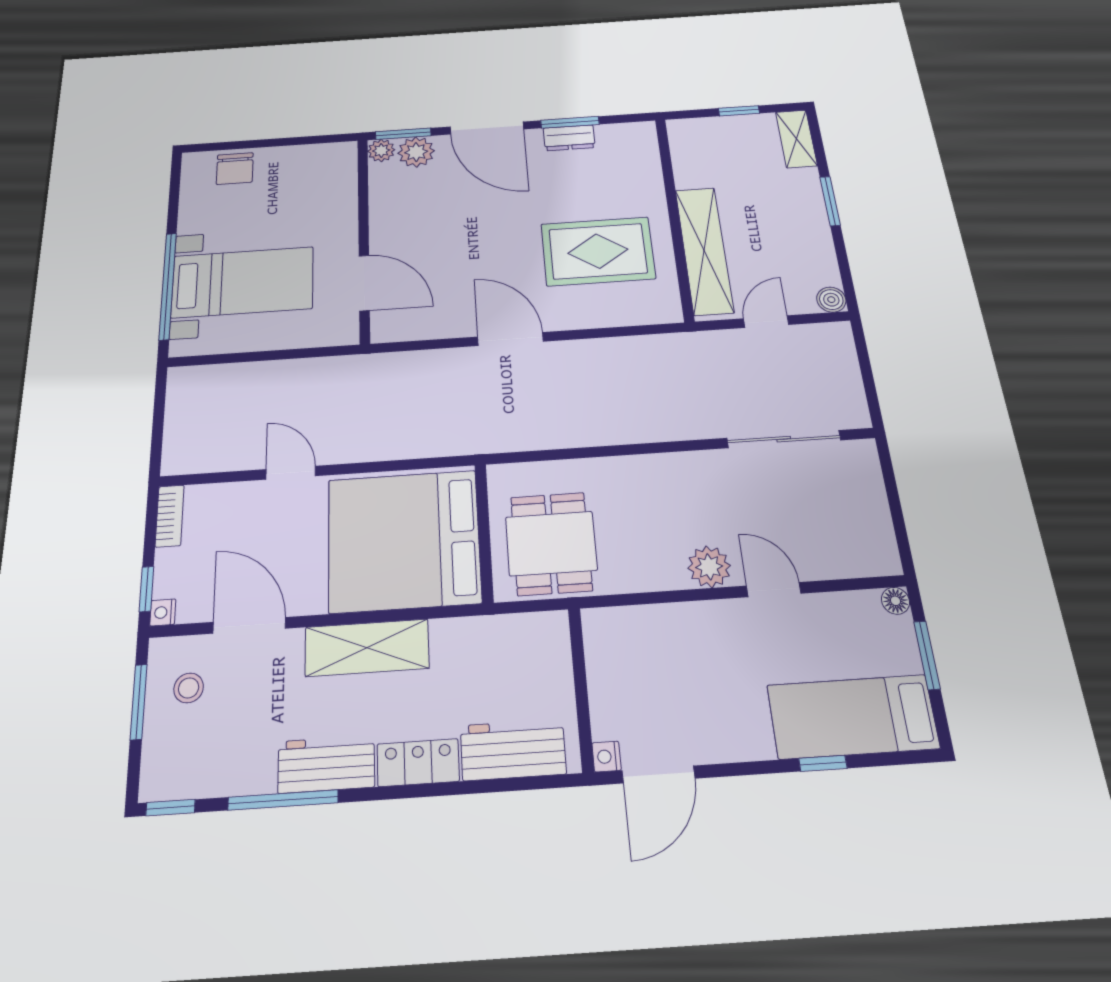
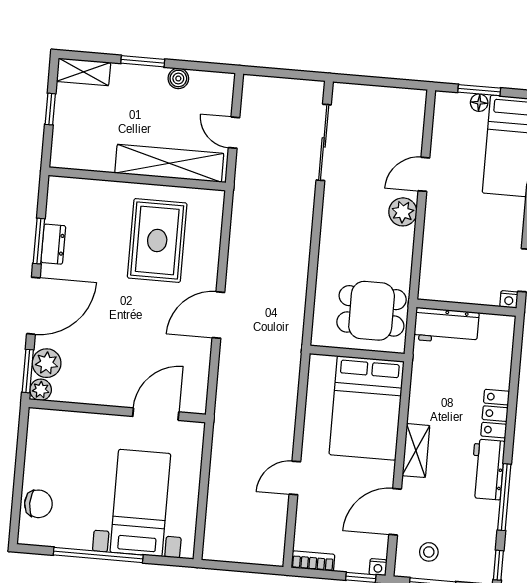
window: (168, 286) -> (98, 555), moved
boiler: (831, 300) -> (178, 78), moved
bed: (404, 541) -> (366, 408), width x0.73
floor lamp: (896, 601) -> (479, 103), moved
shelving: (367, 648) -> (416, 451), width x0.67, depth x0.75
workbench: (513, 750) -> (446, 326), moved, turned -90

